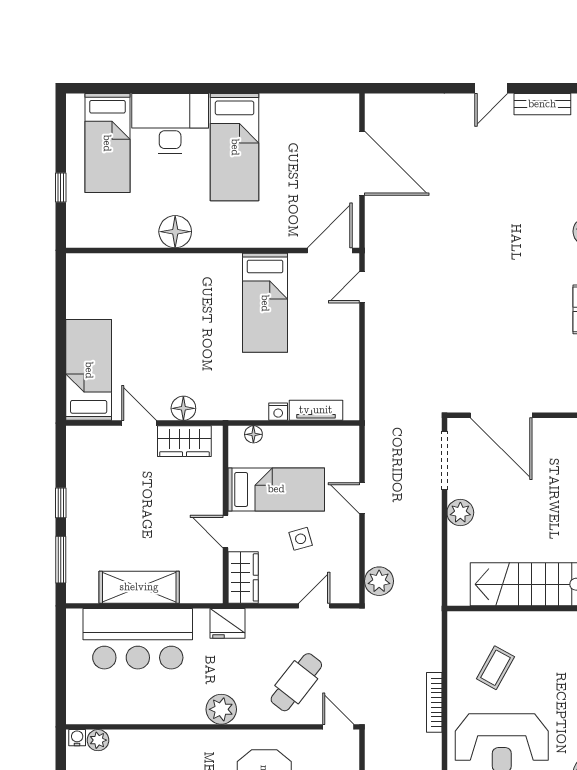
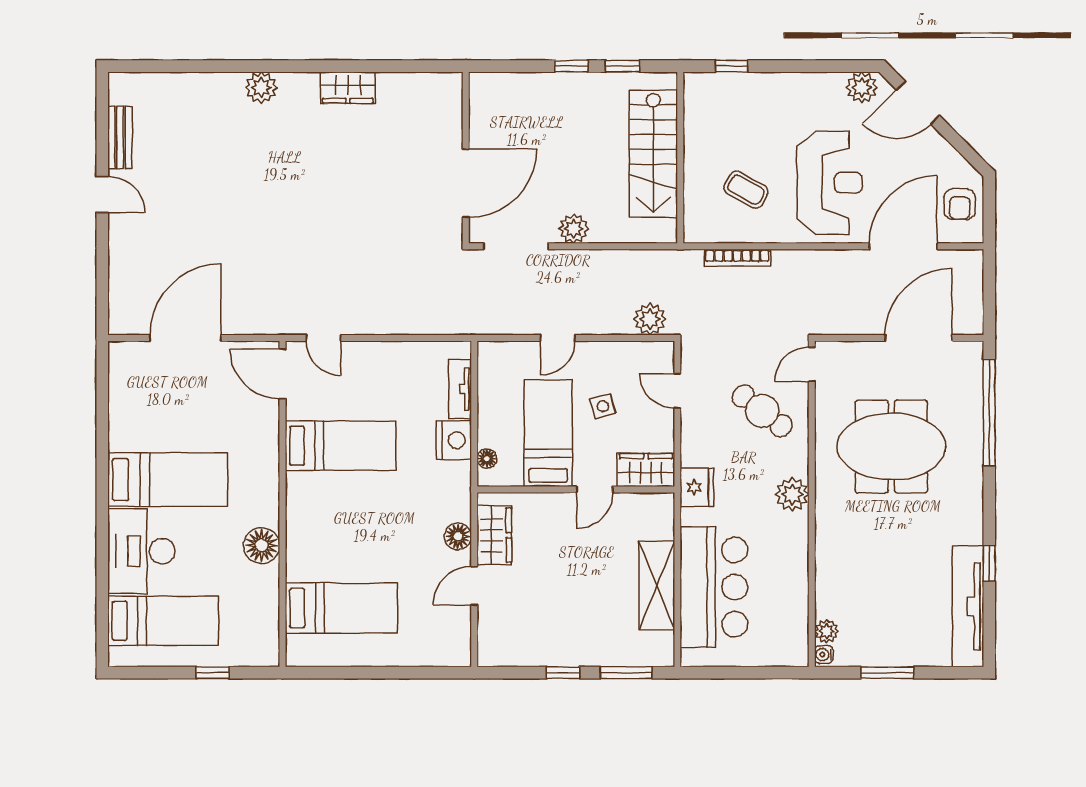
bed: (89, 370) -> (341, 608), moved, turned 180
nightstand: (278, 412) -> (454, 440), width x1.89, depth x1.79
bookcase: (434, 702) -> (737, 258), moved

